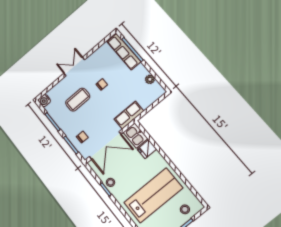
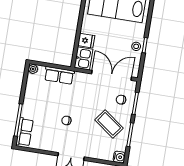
row of seats: (124, 52) -> (25, 132), width x0.68
plant: (150, 79) -> (33, 69), moved
coffee table: (78, 100) -> (109, 124), moved, turned 36
row of seats: (129, 115) -> (59, 75), moved

